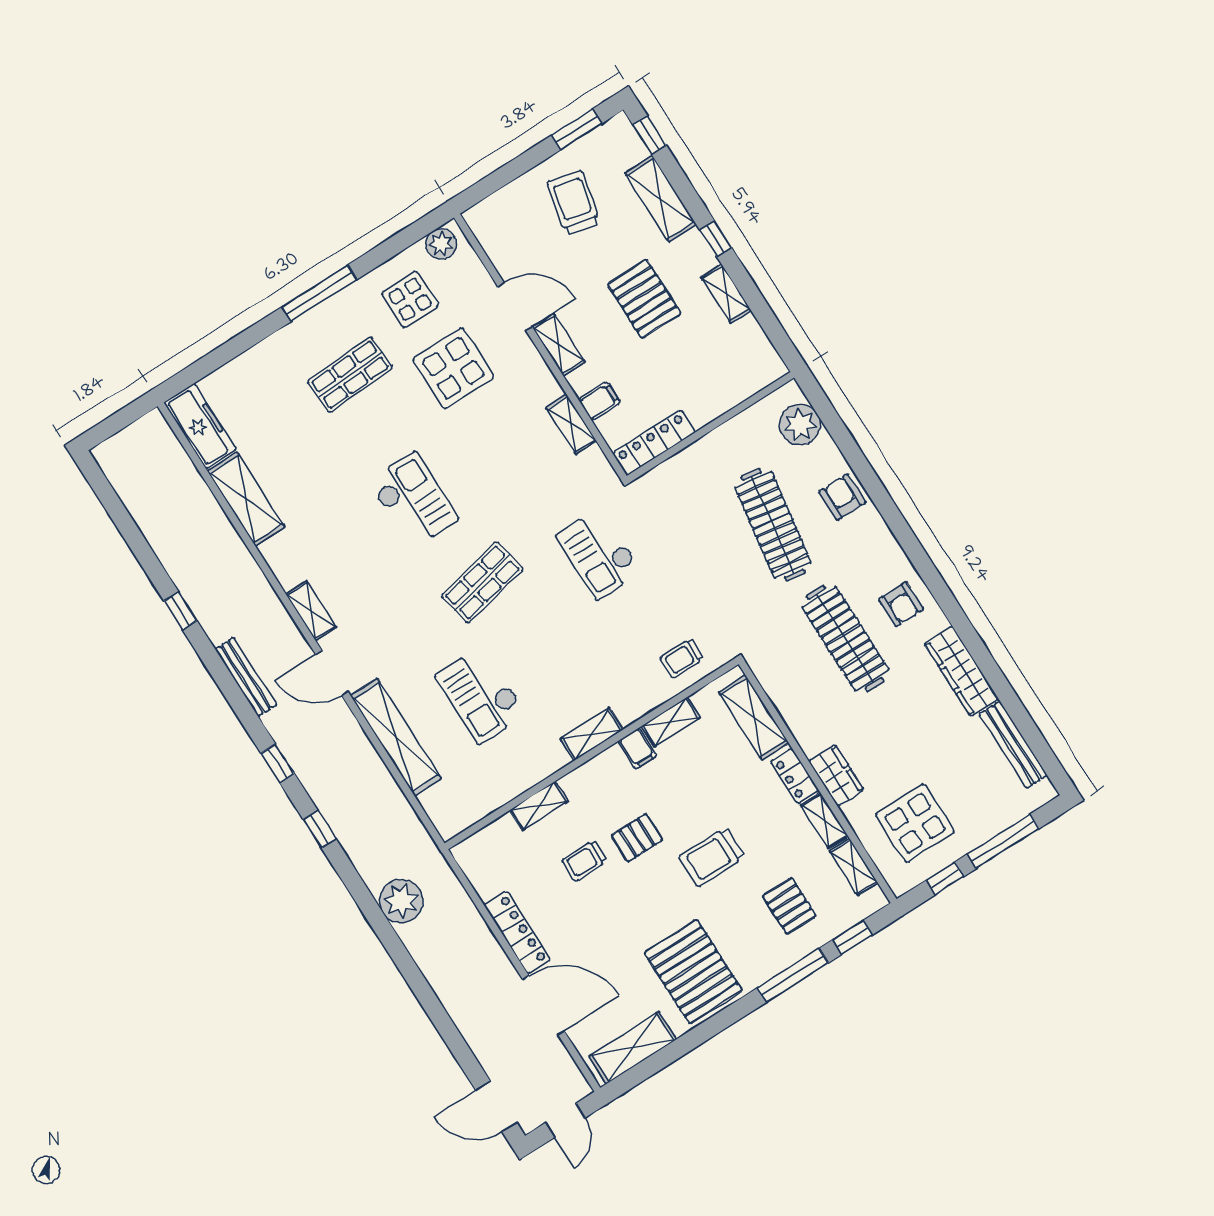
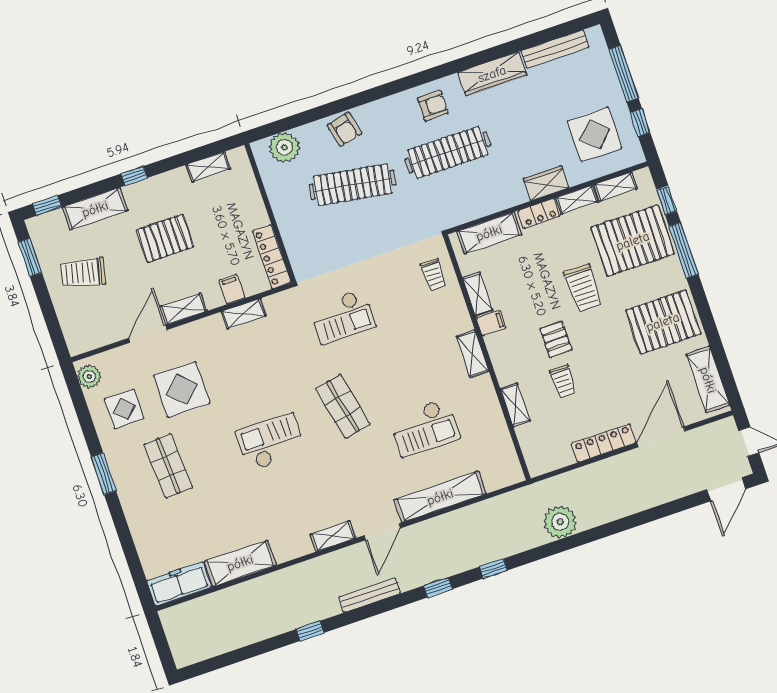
window: (319, 293) -> (104, 474), width x0.69
shelving: (726, 294) -> (208, 167), moved
armchair: (842, 497) -> (345, 129), turned -103
pallet: (789, 906) -> (633, 241), width x2.05, depth x2.00

